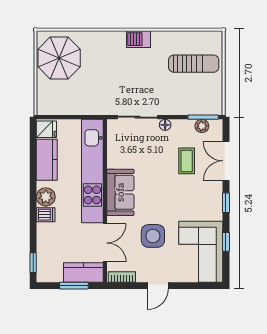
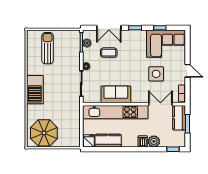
barbecue: (139, 39) -> (35, 90), width x1.88, depth x1.53
sofa: (120, 192) -> (116, 94), moved
plant: (46, 197) -> (154, 141), moved

